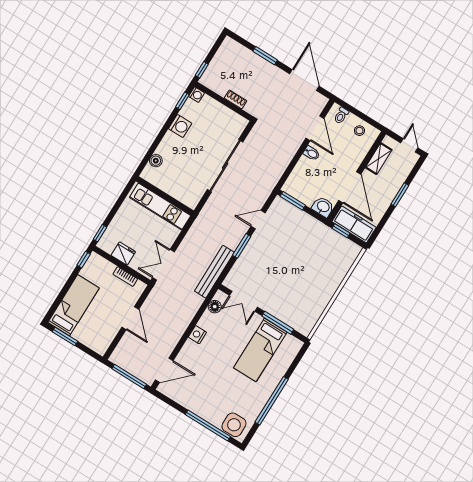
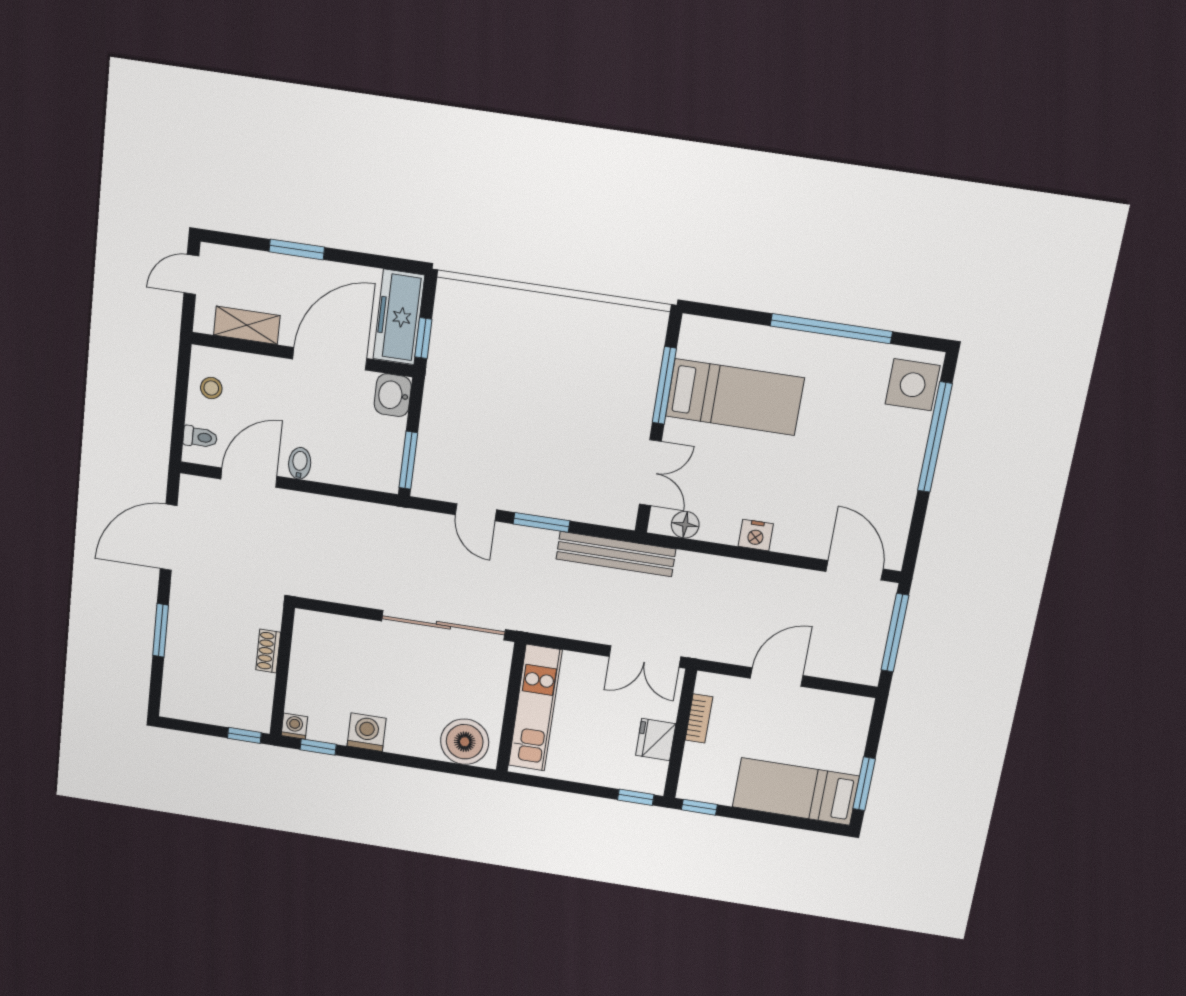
boiler: (156, 161) -> (465, 742), width x1.86, depth x1.86
sliding door: (225, 166) -> (443, 625), moved

